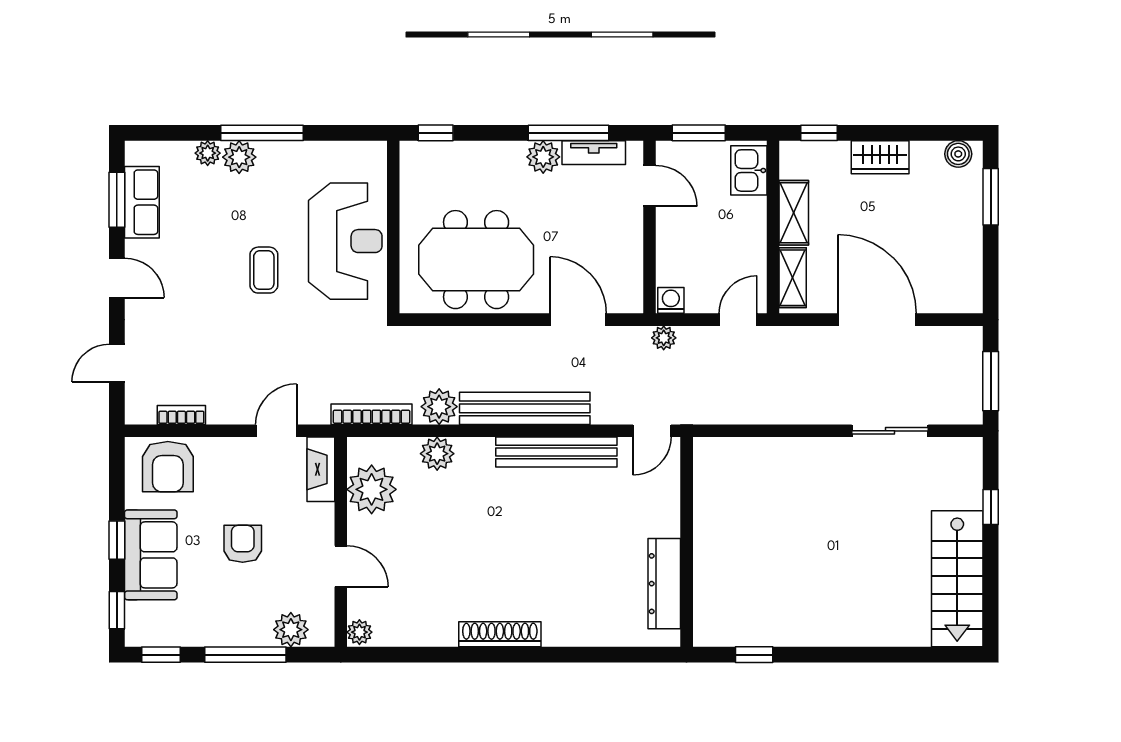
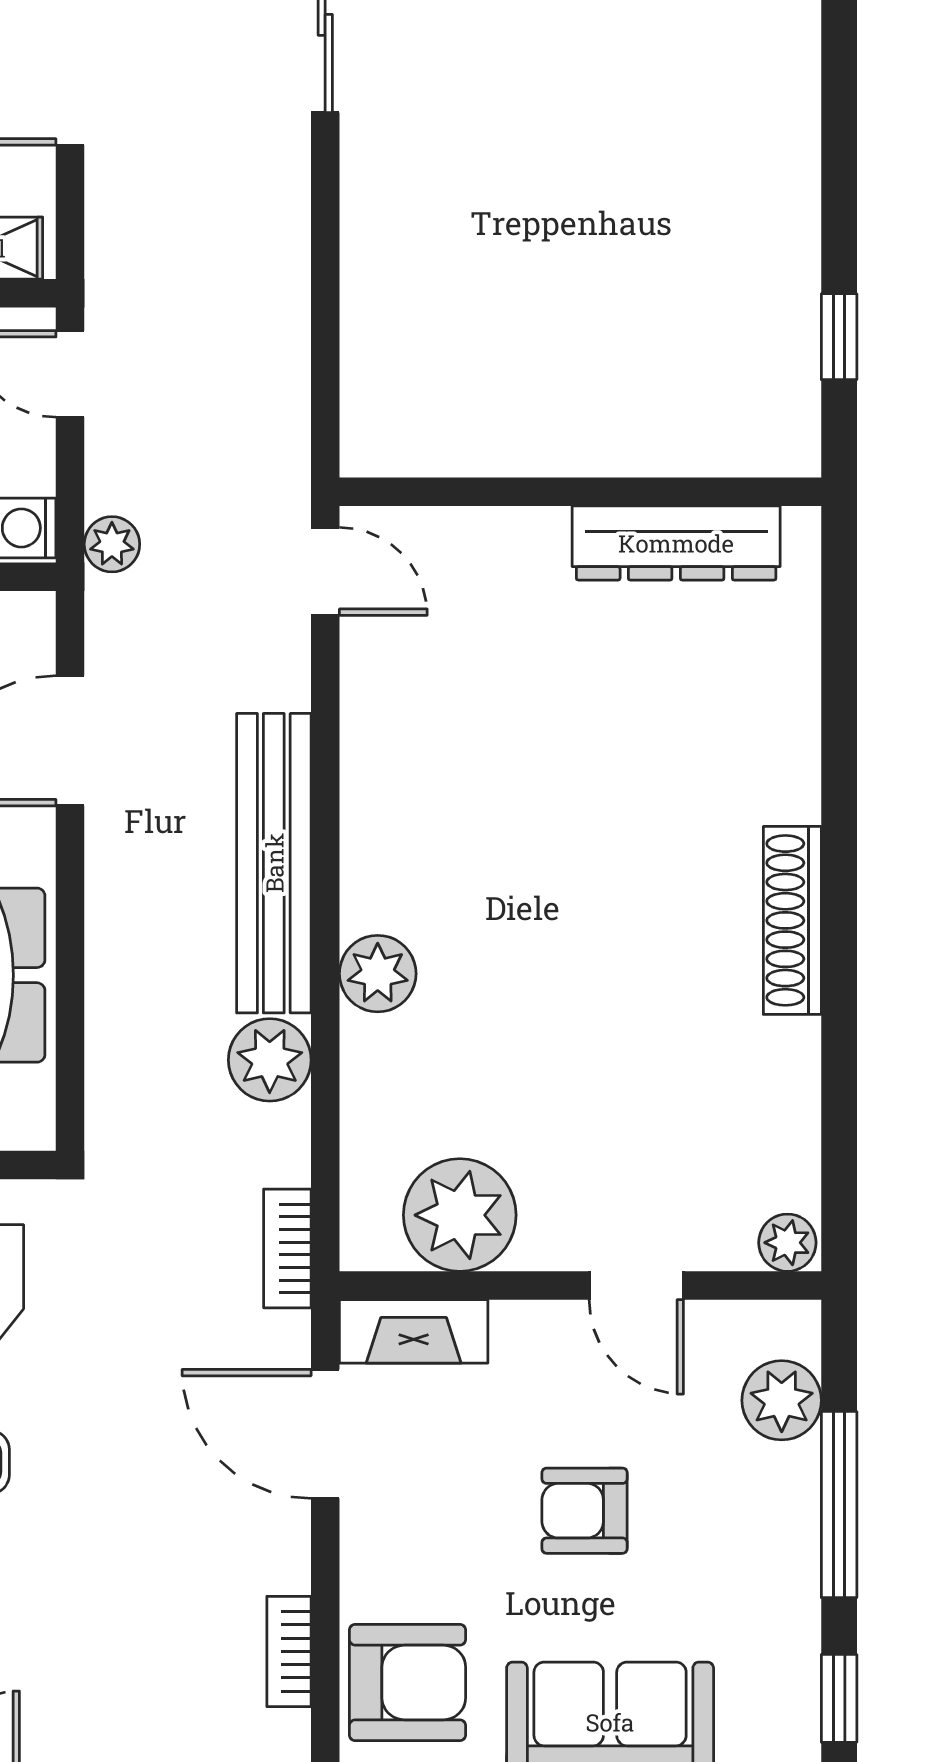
bookcase: (372, 414) -> (287, 1248), width x0.64
door: (276, 431) -> (325, 1434), width x1.38
bench: (556, 452) -> (374, 791), removed
plant: (437, 454) -> (378, 974), moved
door: (341, 566) -> (636, 1286), swing flipped

